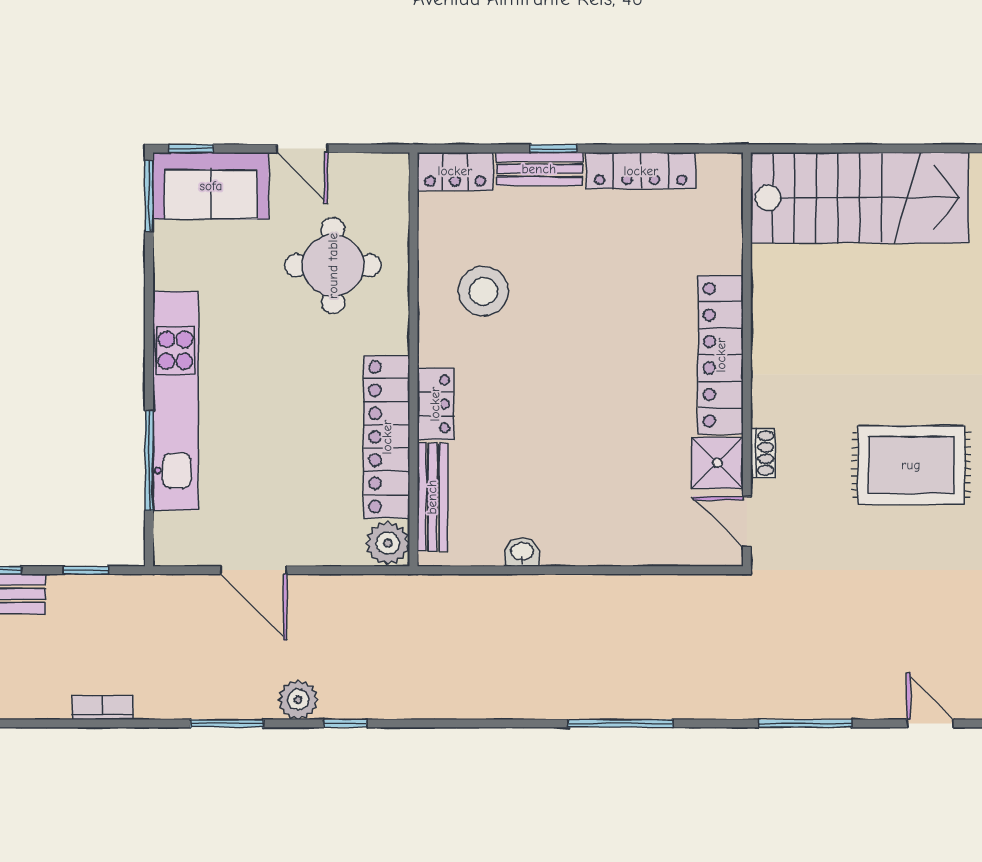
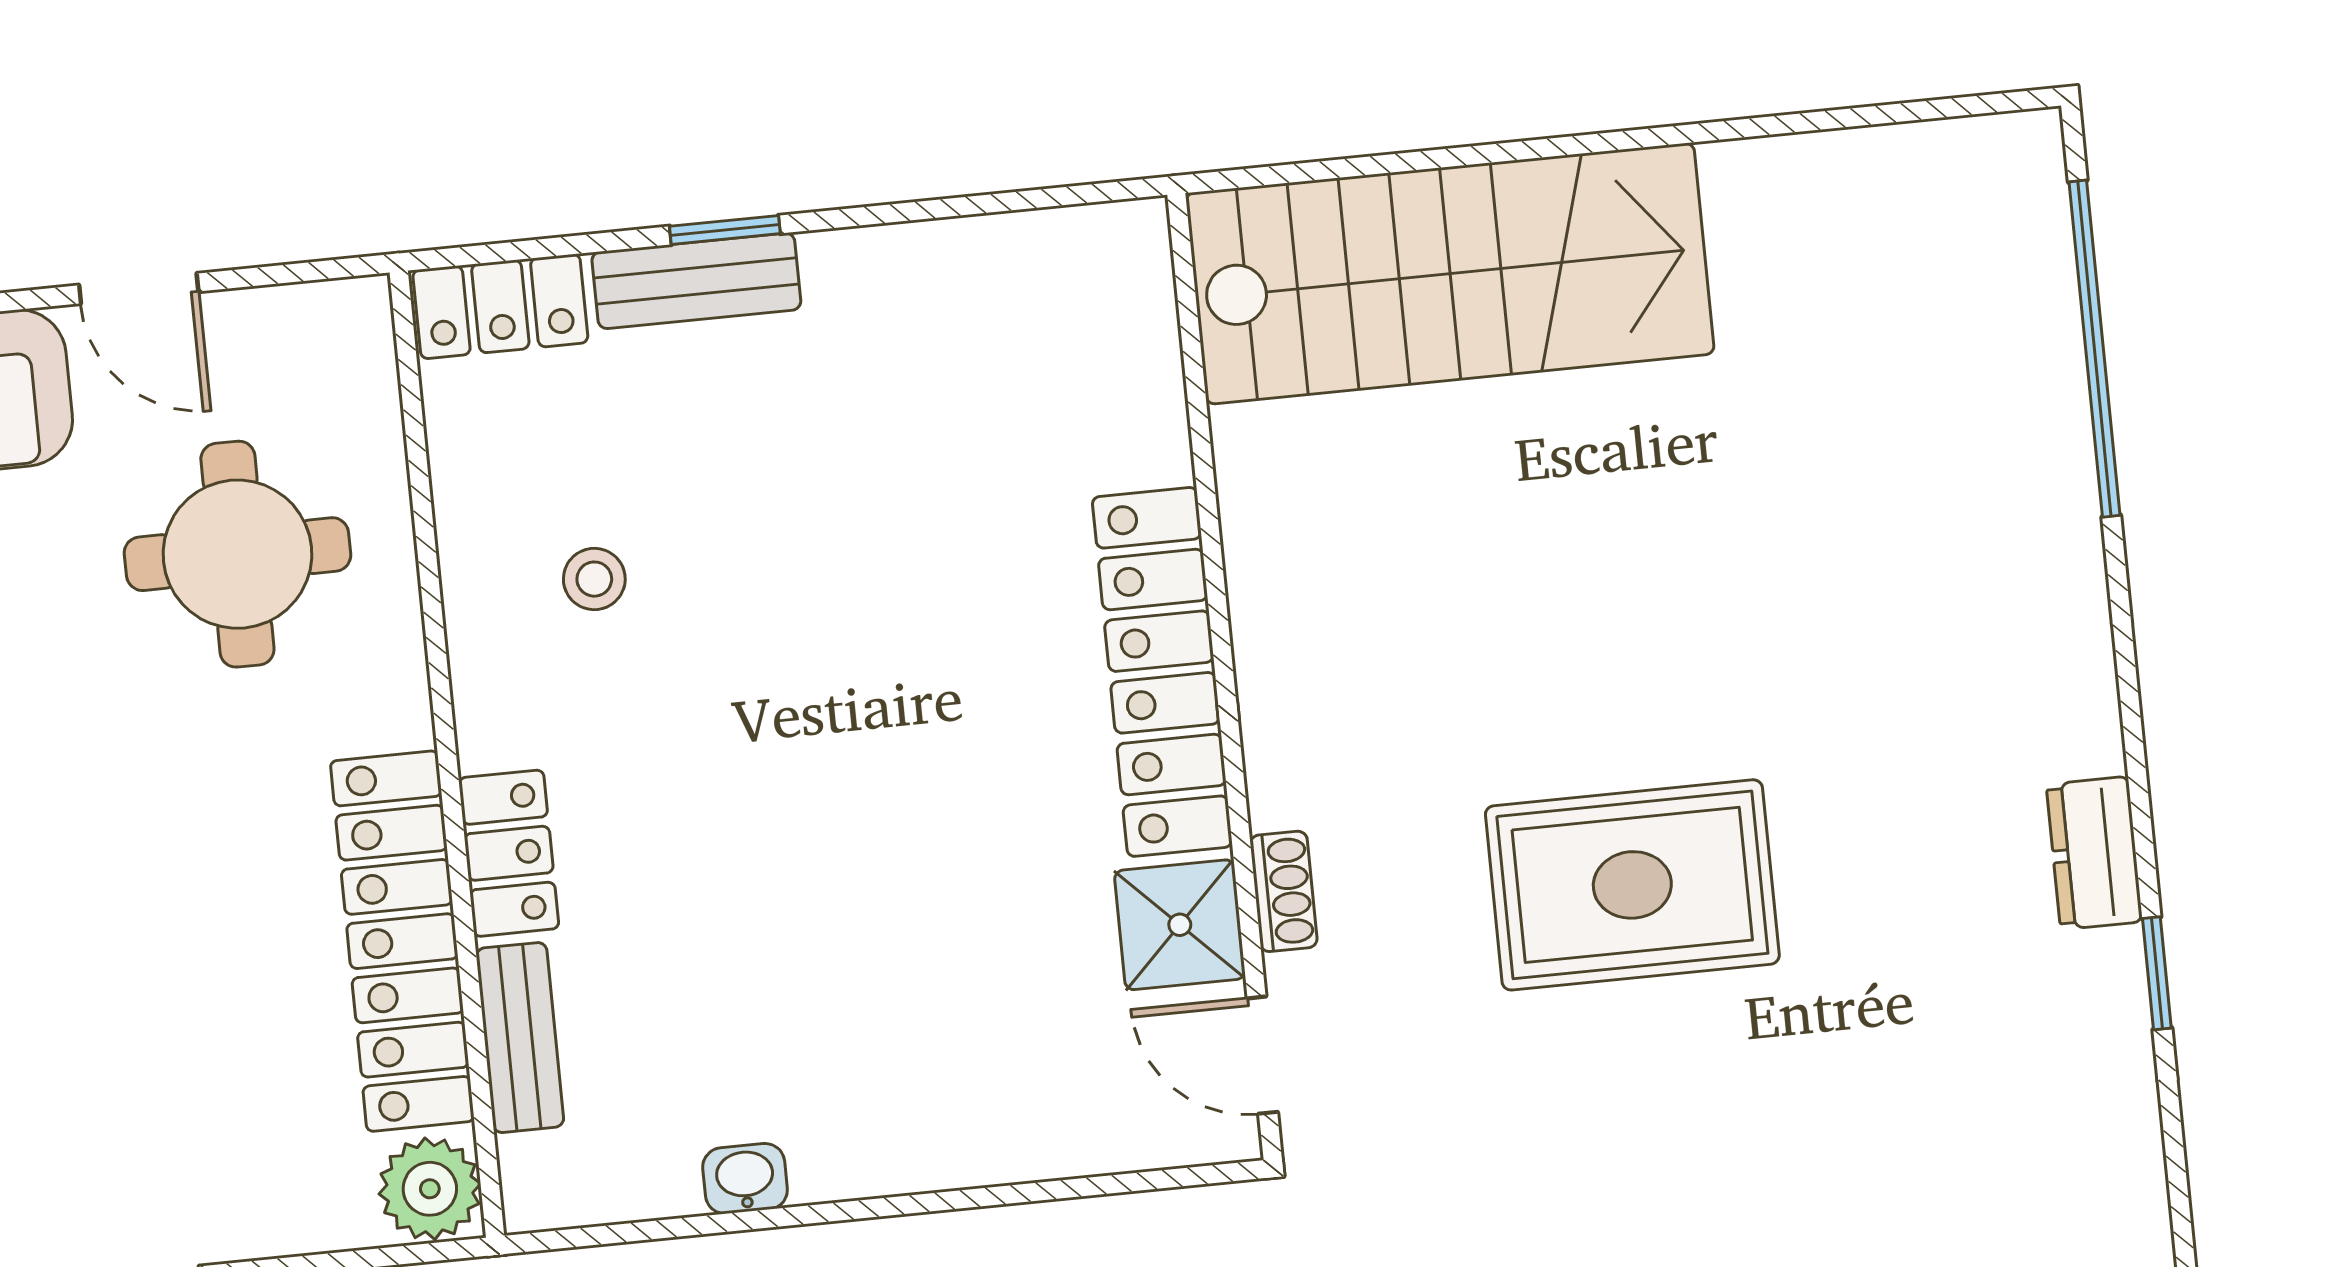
locker: (641, 171) -> (933, 261), removed
stool: (483, 291) -> (594, 579), width x0.53, depth x0.53
bench: (432, 497) -> (520, 1038), width x0.73

